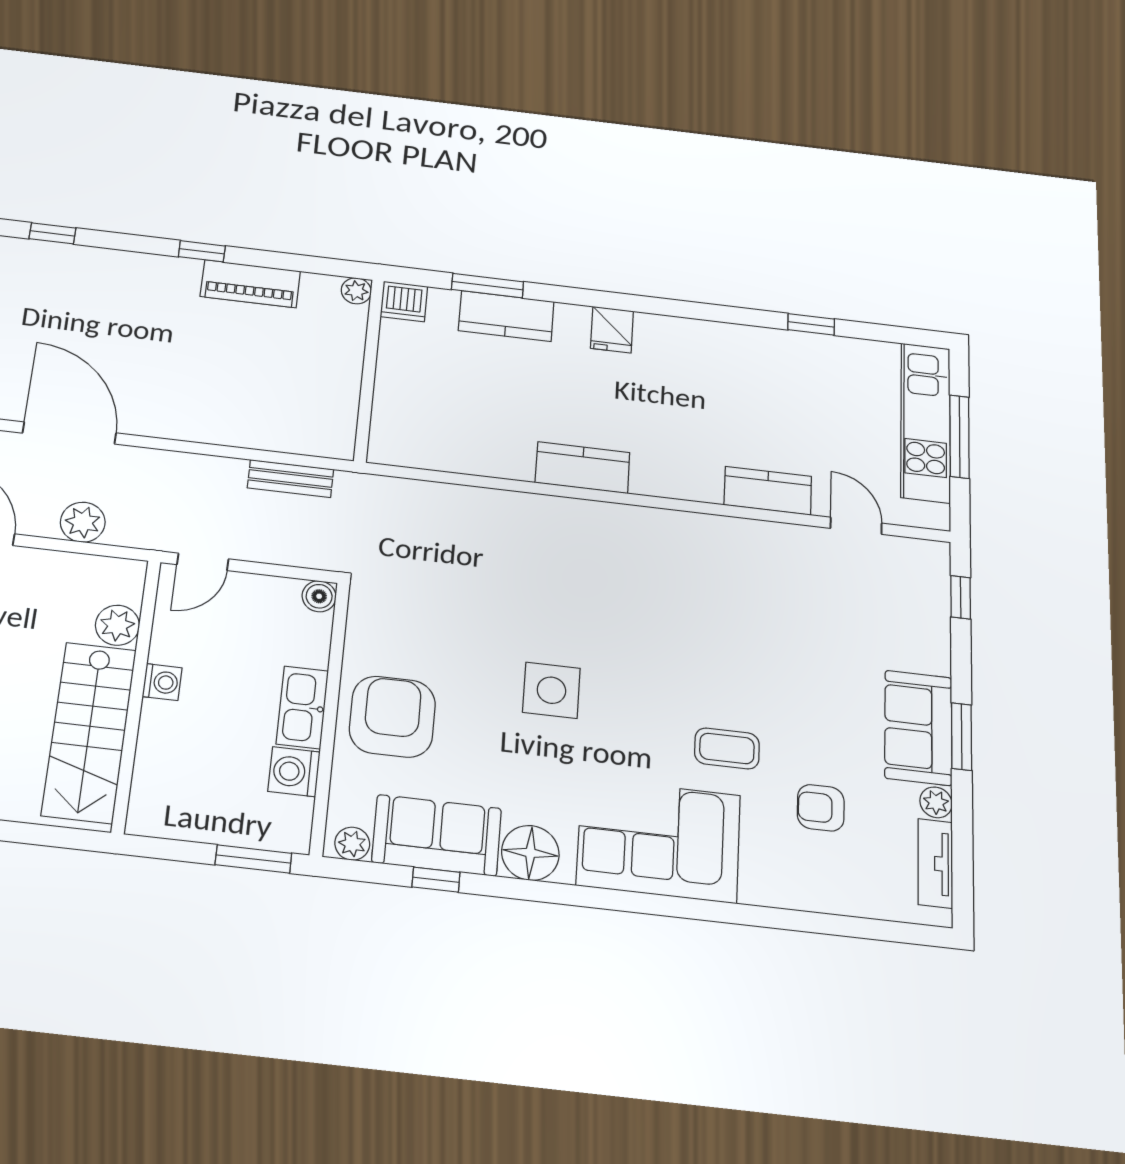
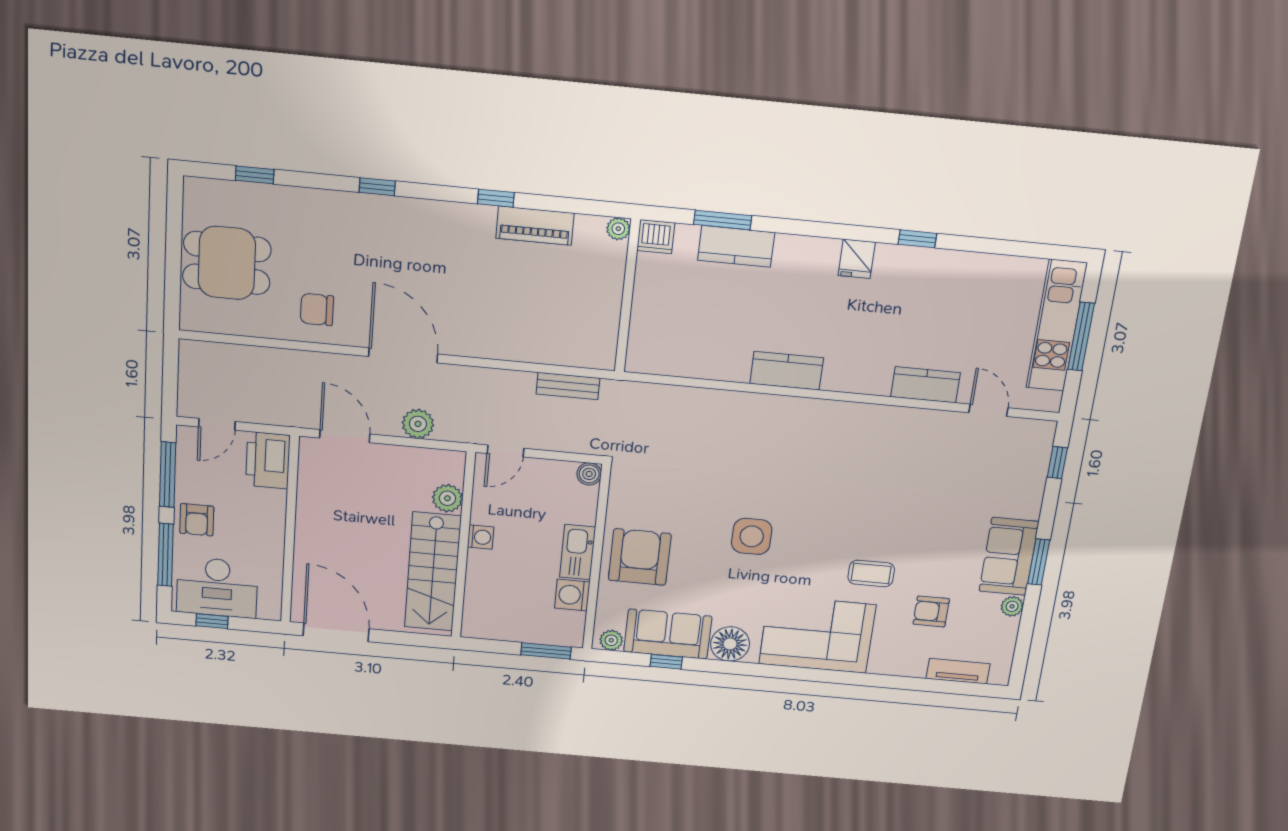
window: (811, 324) -> (917, 239), moved
fridge: (612, 330) -> (857, 259), moved
tv unit: (935, 863) -> (958, 671), moved, turned 90

